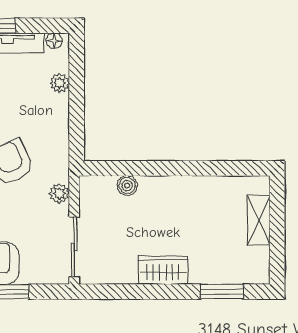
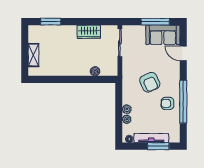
plant: (59, 193) -> (127, 109), moved
wardrobe: (163, 270) -> (89, 32), moved

